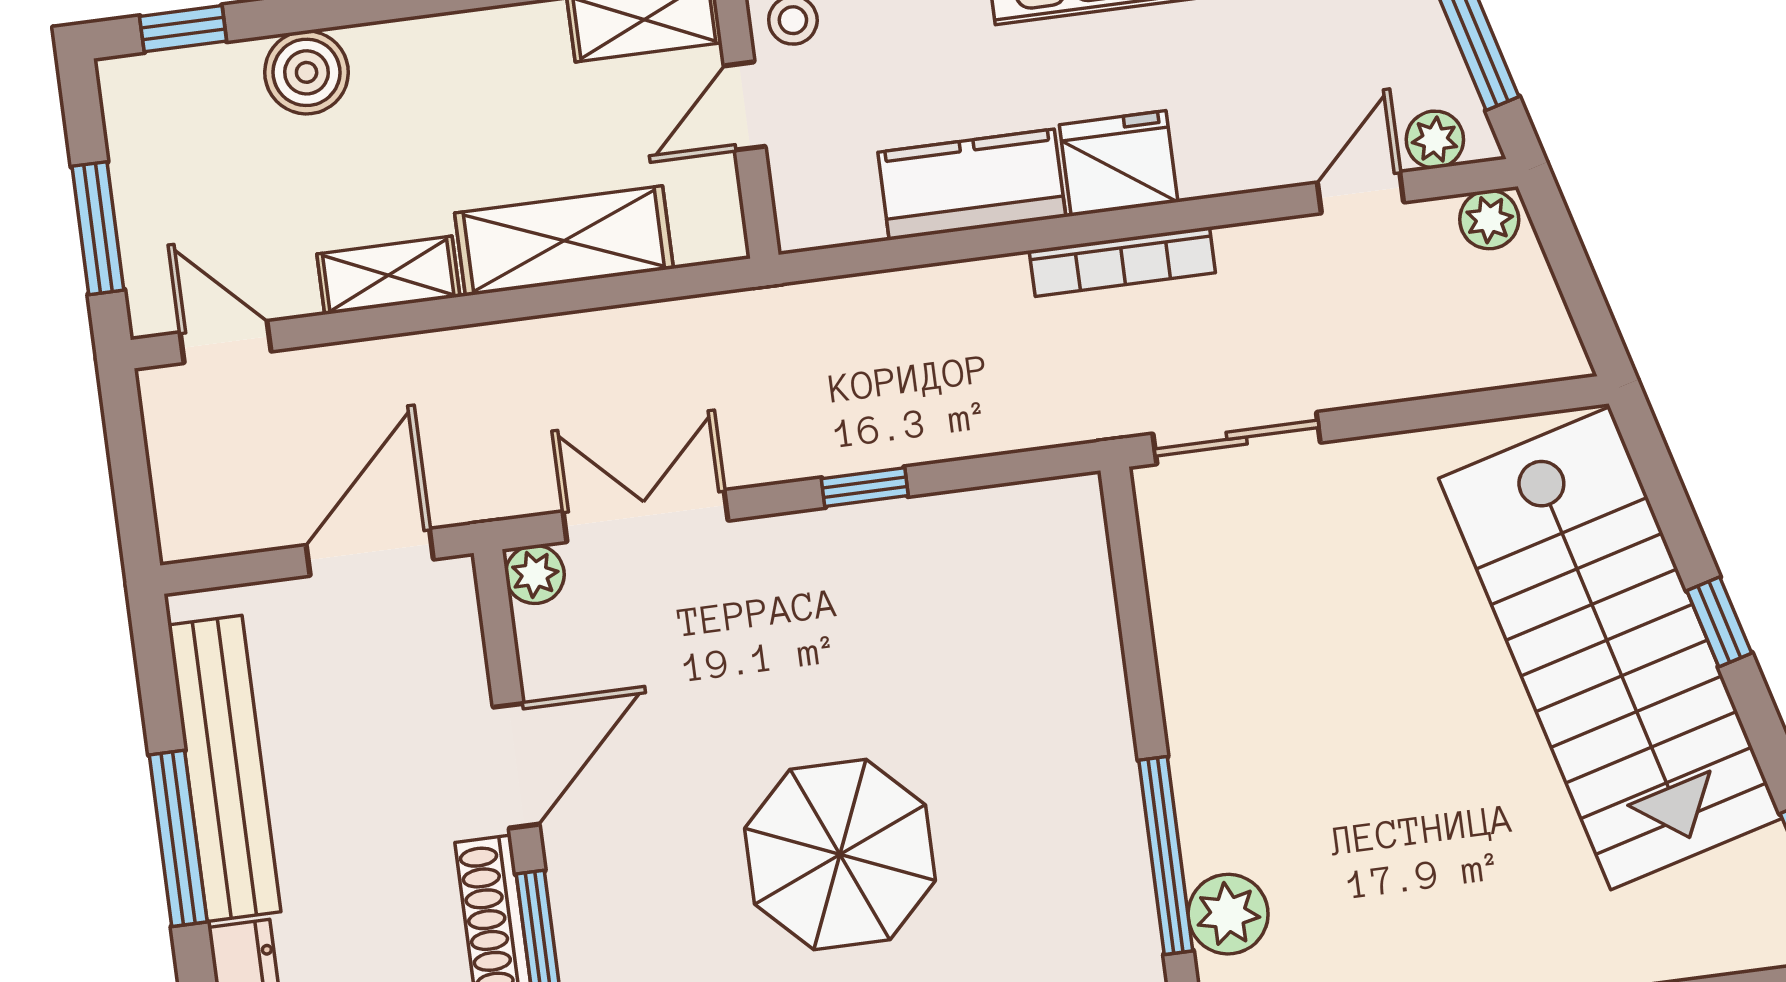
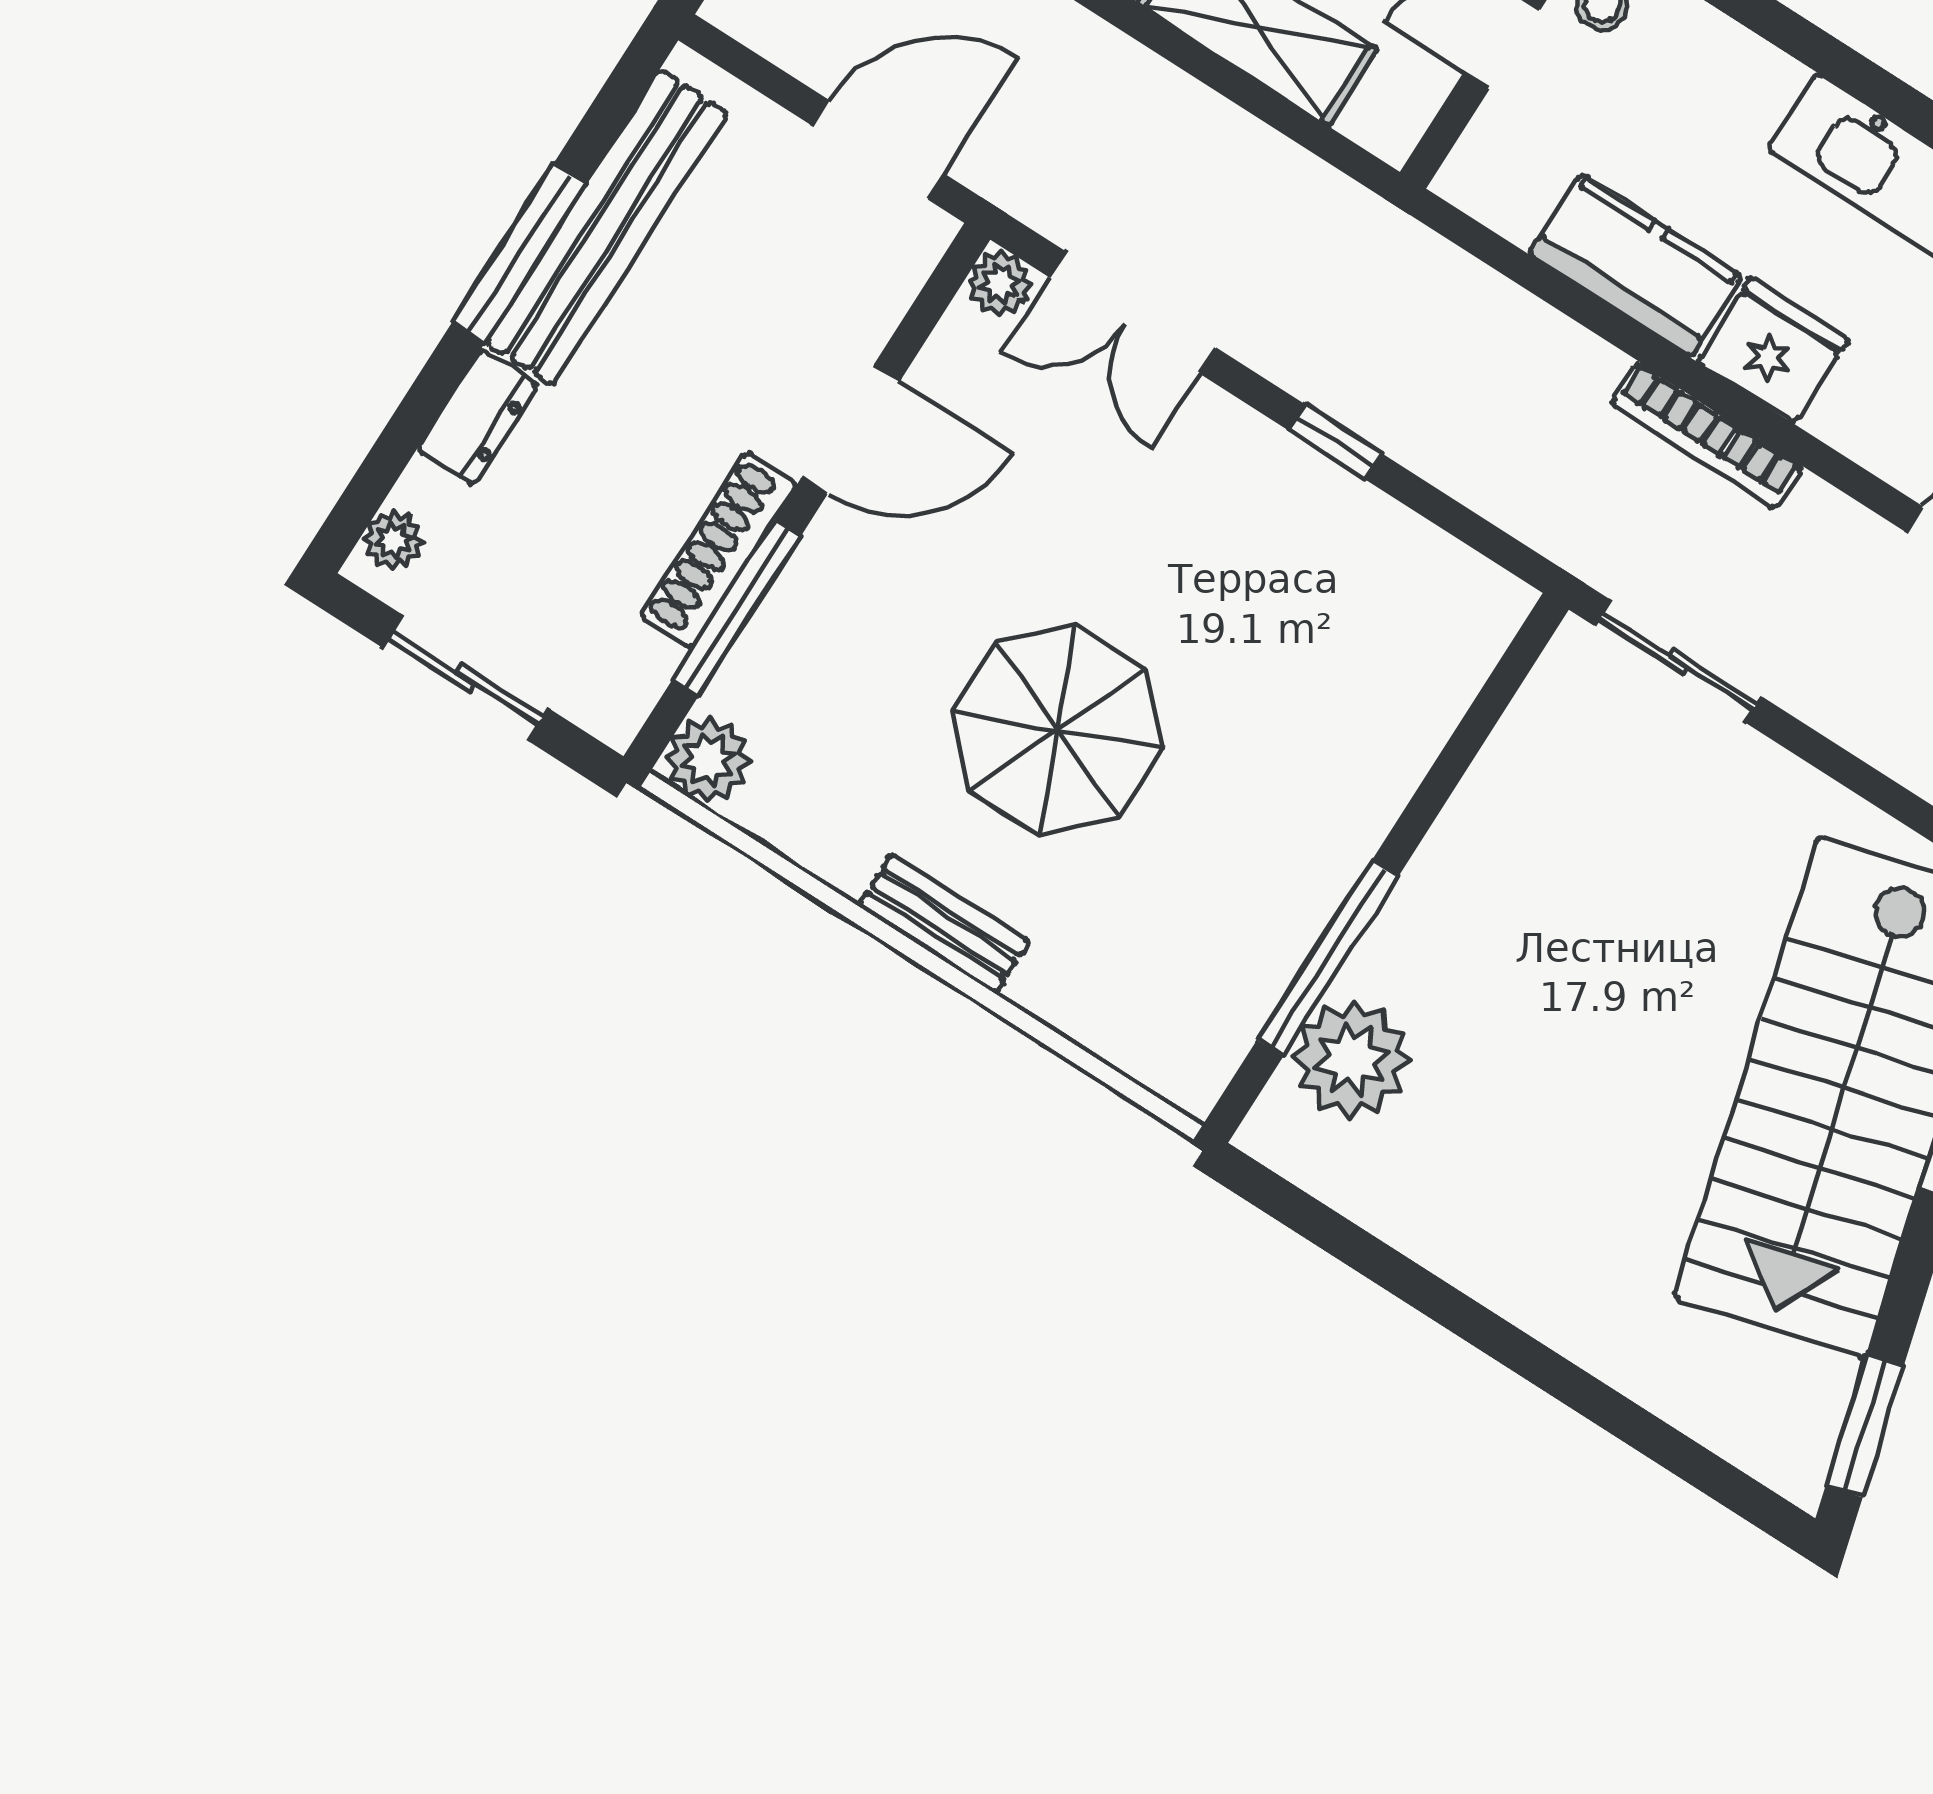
double door: (646, 516) -> (1133, 313), swing flipped
plant: (1228, 914) -> (1351, 1059), width x1.36, depth x1.36

